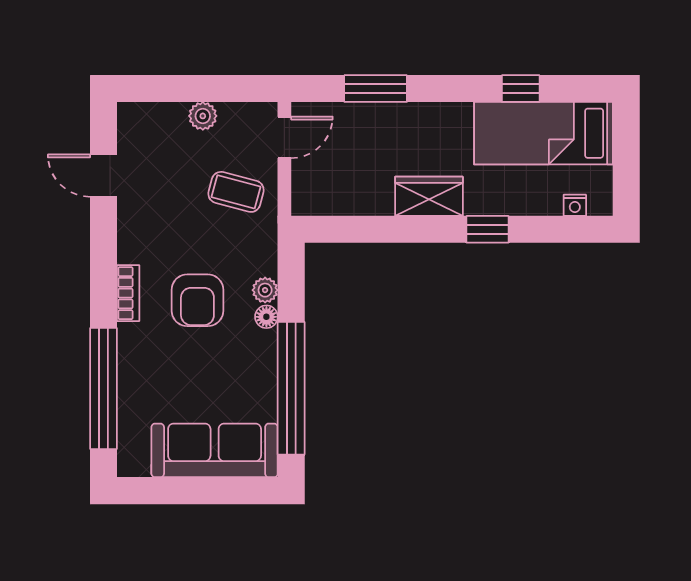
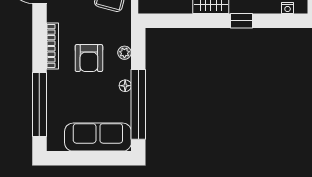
bookcase: (128, 293) -> (52, 46), width x1.56
floor lamp: (266, 317) -> (125, 86), moved

